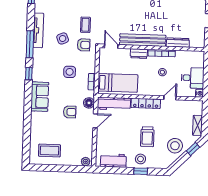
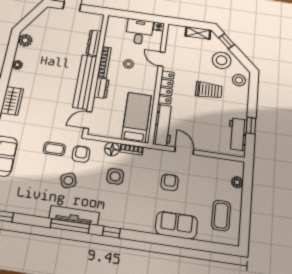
tv unit: (38, 30) -> (74, 215), moved
sofa: (40, 97) -> (176, 225), moved
floor lamp: (89, 103) -> (112, 149), moved
stool: (140, 159) -> (239, 80), moved
plant: (86, 162) -> (237, 182), moved
window: (141, 171) -> (251, 126), moved

